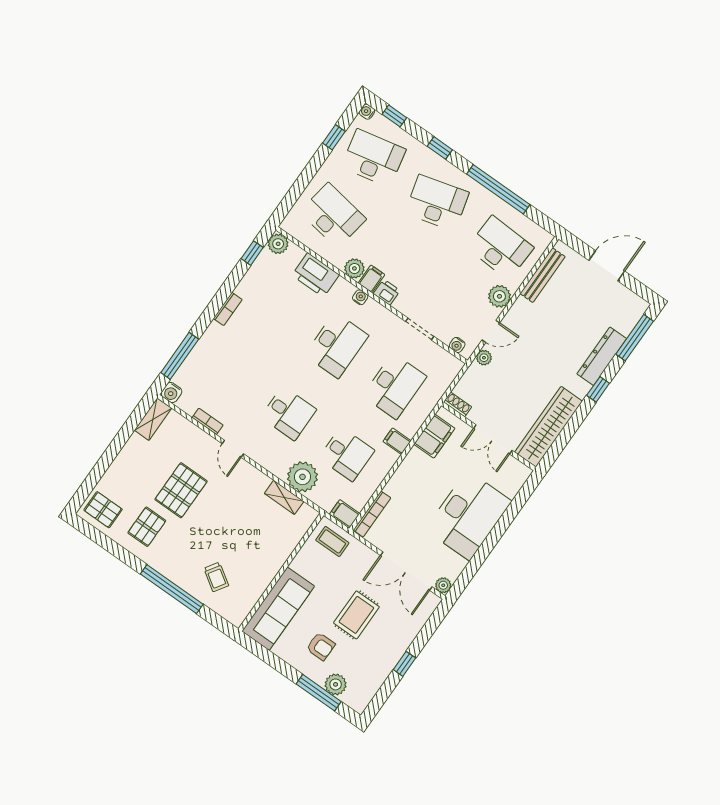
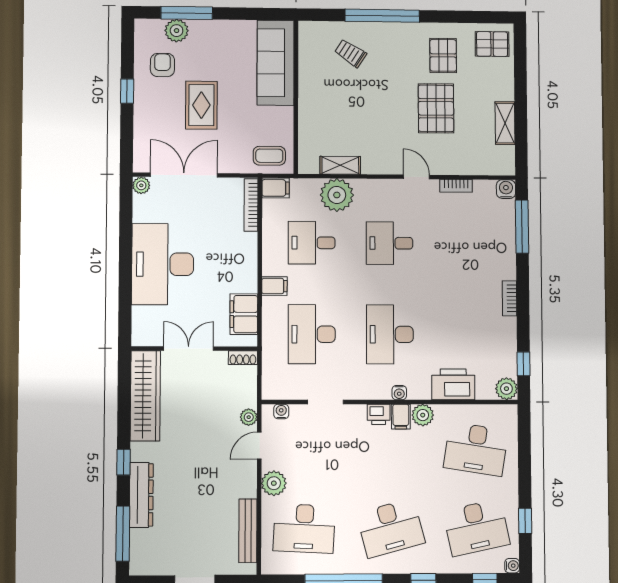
shelving: (153, 419) -> (505, 123), moved
armchair: (321, 646) -> (162, 65), moved, turned 90

